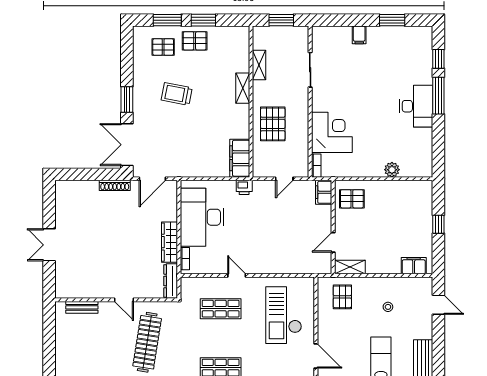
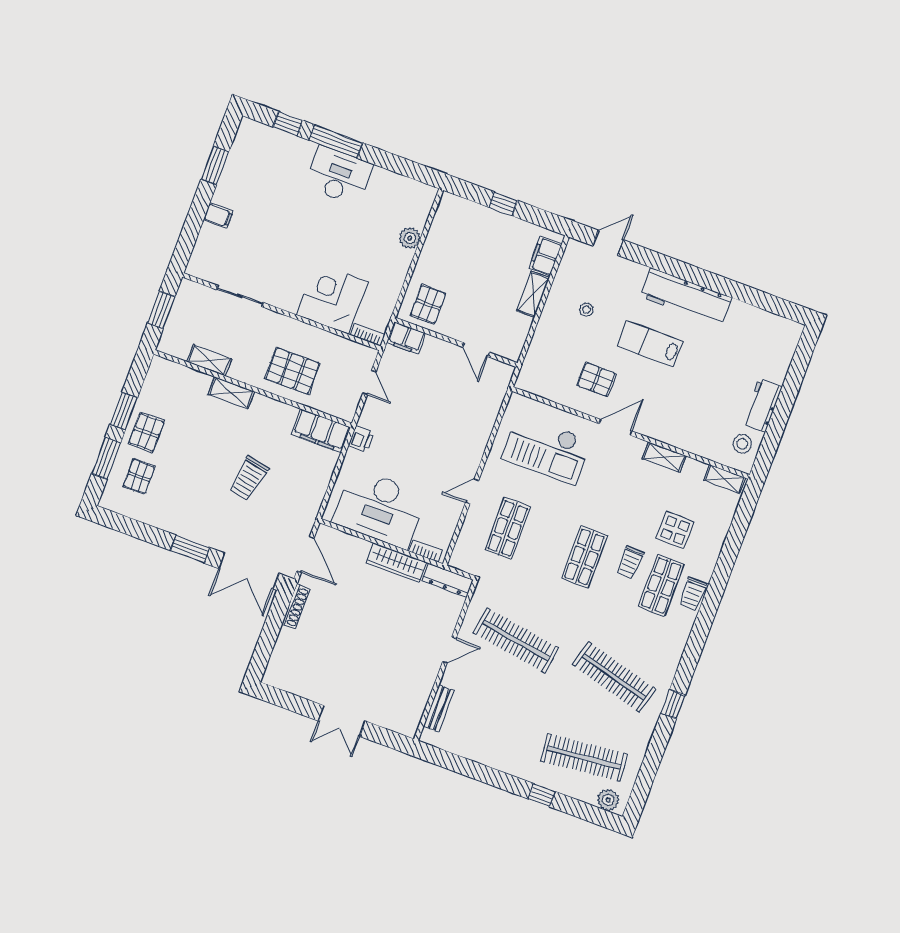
trolley: (177, 94) -> (249, 478), moved
shelving: (350, 267) -> (533, 294), moved
pallet: (342, 297) -> (596, 379), moved

